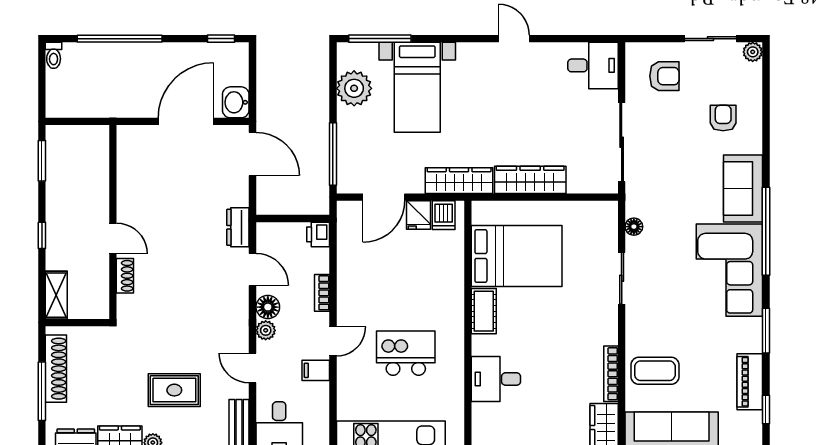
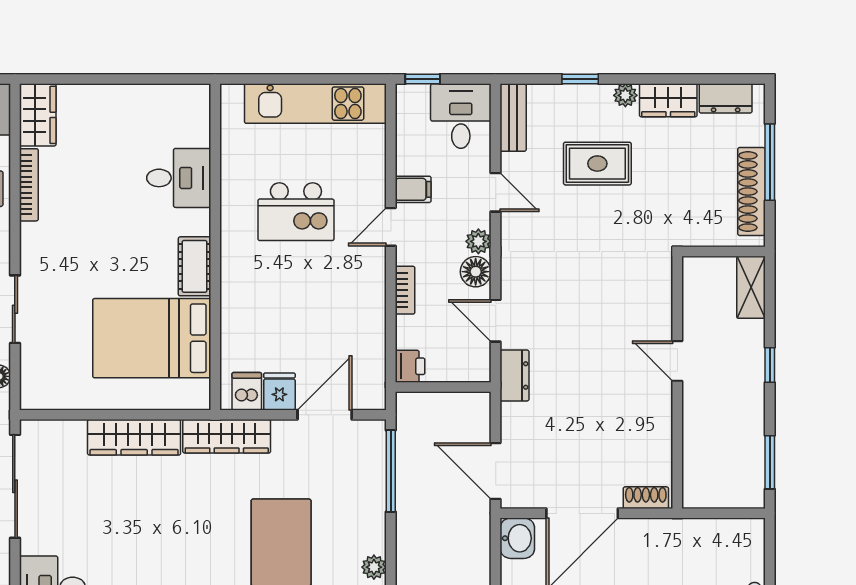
plant: (354, 88) -> (374, 567), width x0.53, depth x0.53
shoe rack: (125, 276) -> (646, 498), moved, turned 90

